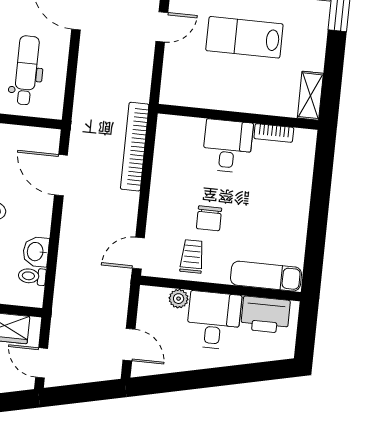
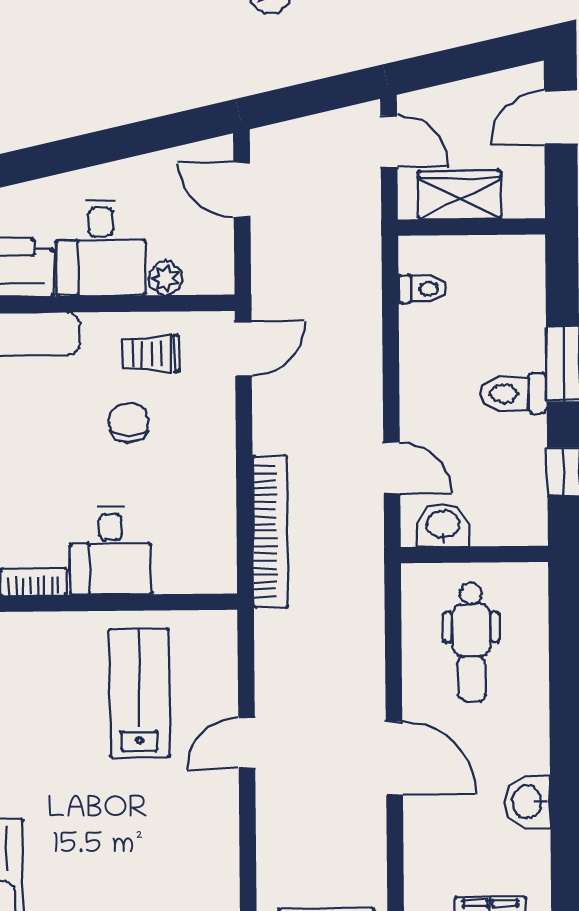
lab bench: (244, 37) -> (139, 693), moved, turned -90
door: (61, 175) -> (392, 468), width x0.73
washbasin: (36, 252) -> (443, 525), moved, turned -90
trolley: (192, 256) -> (151, 354), turned 90

